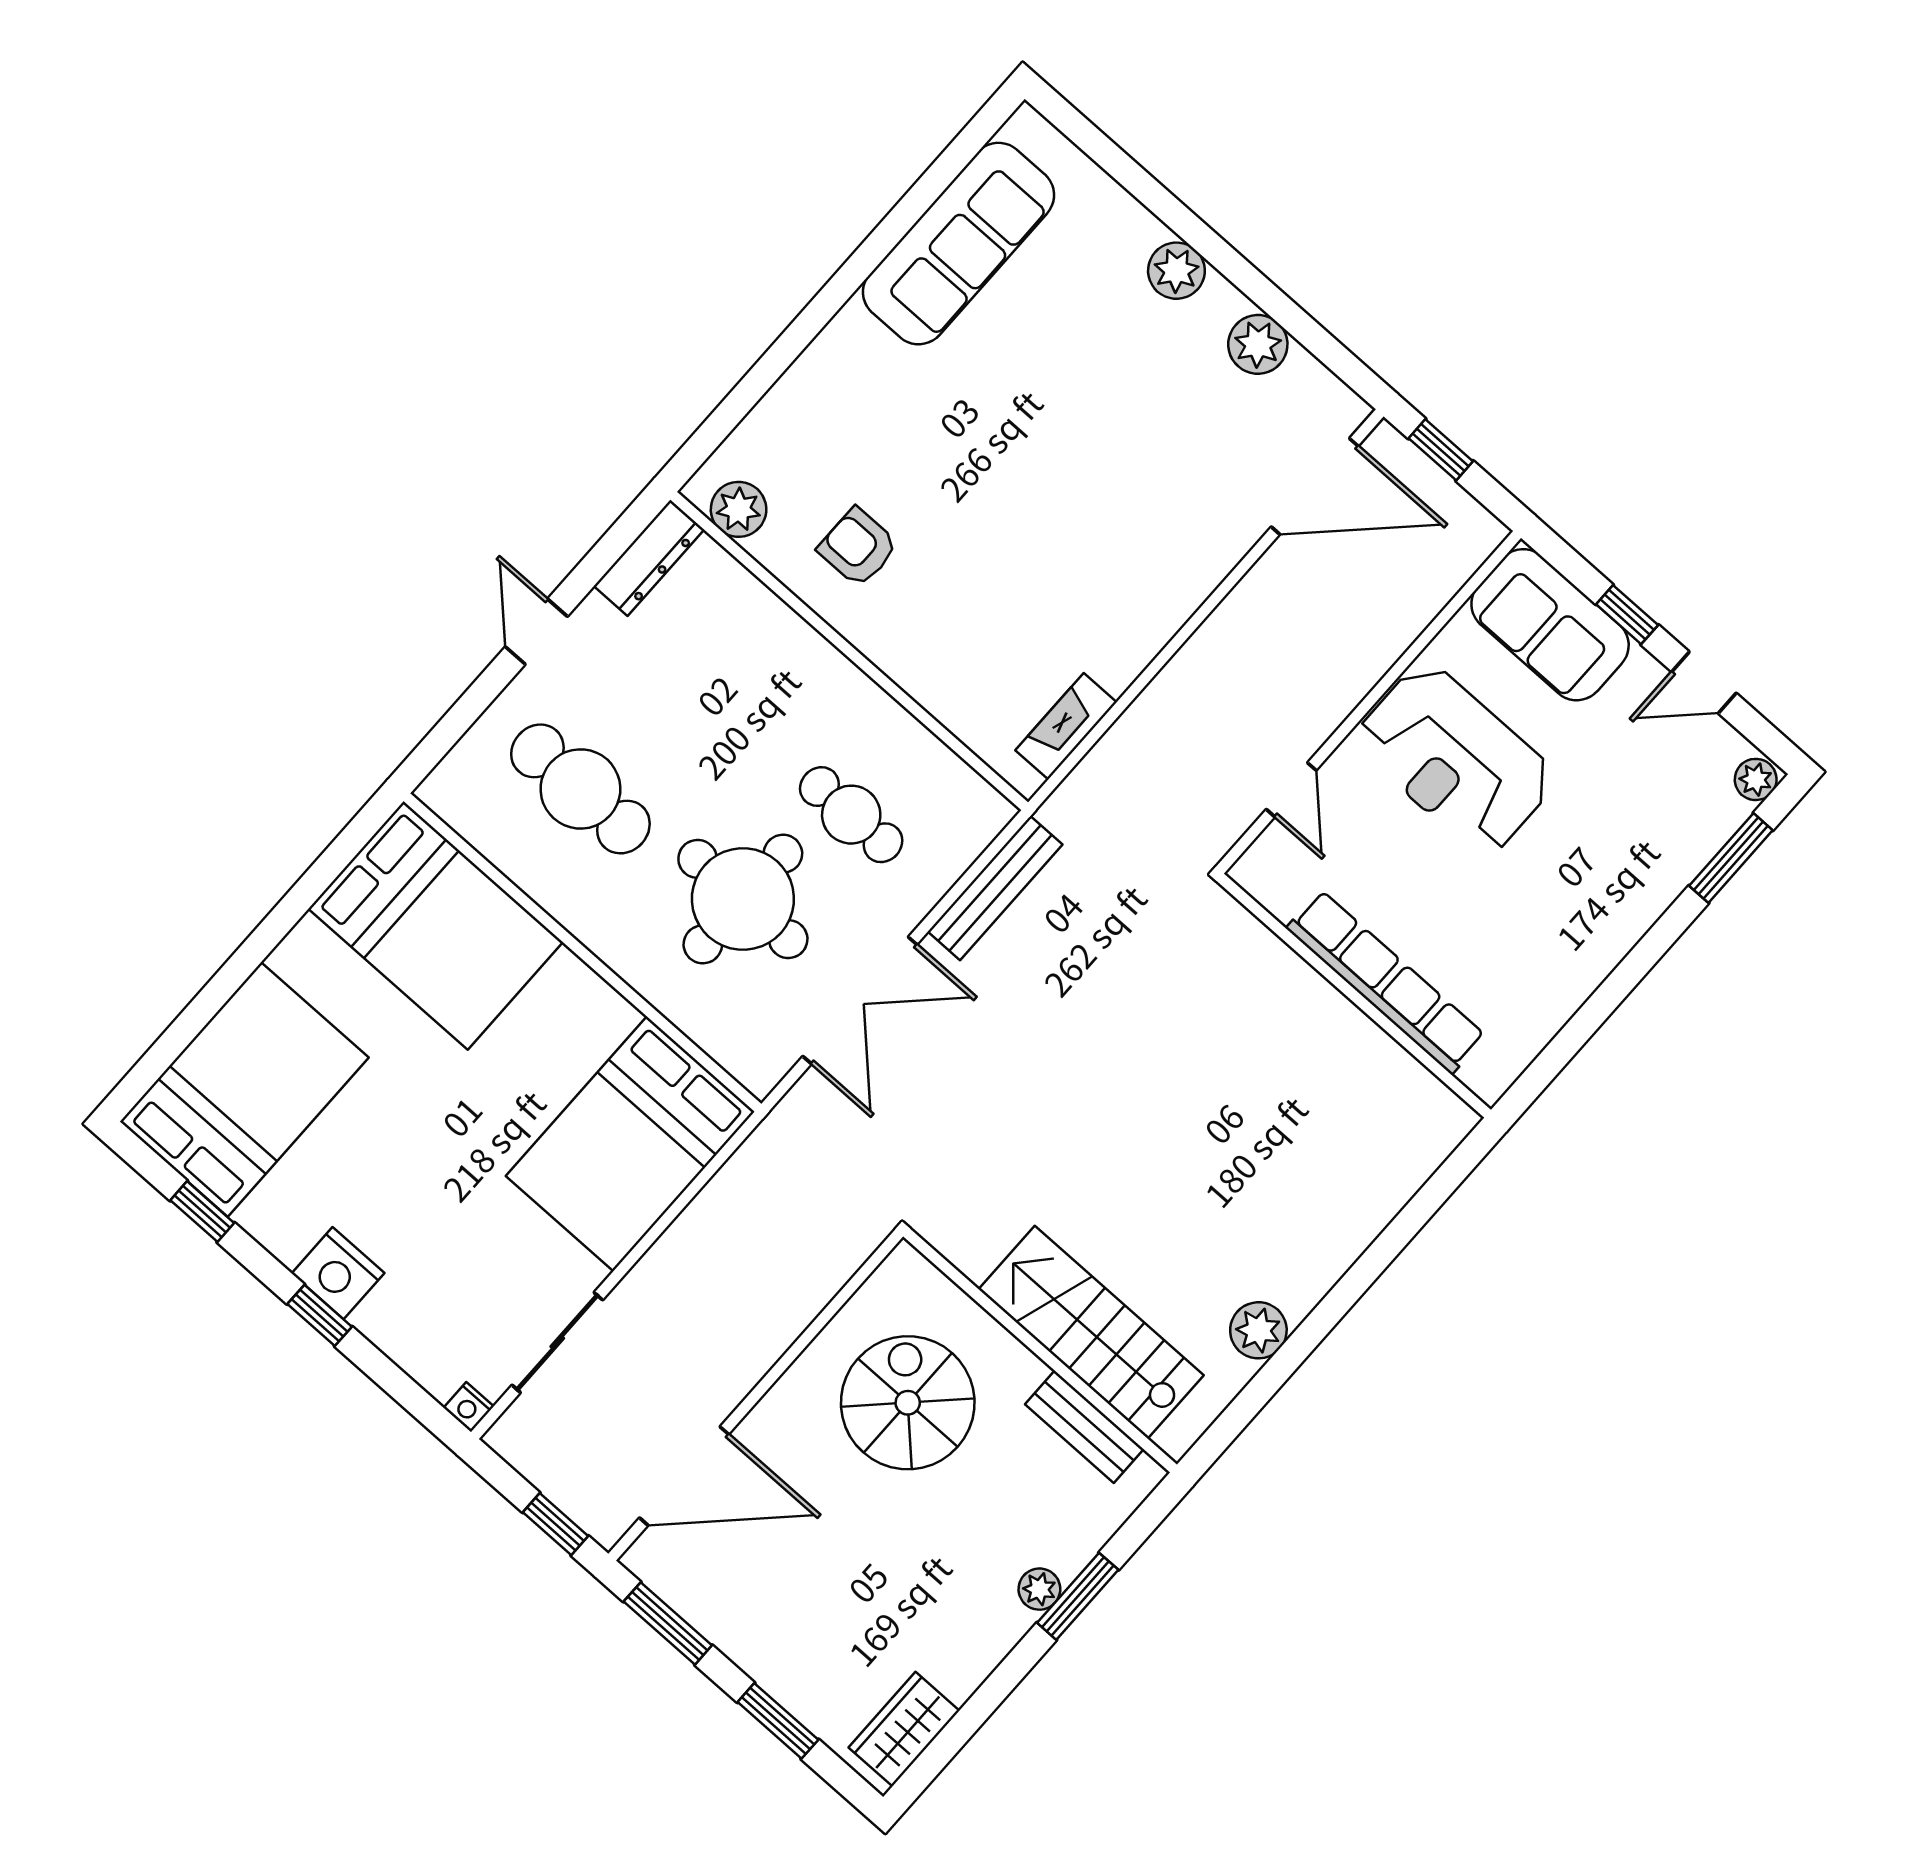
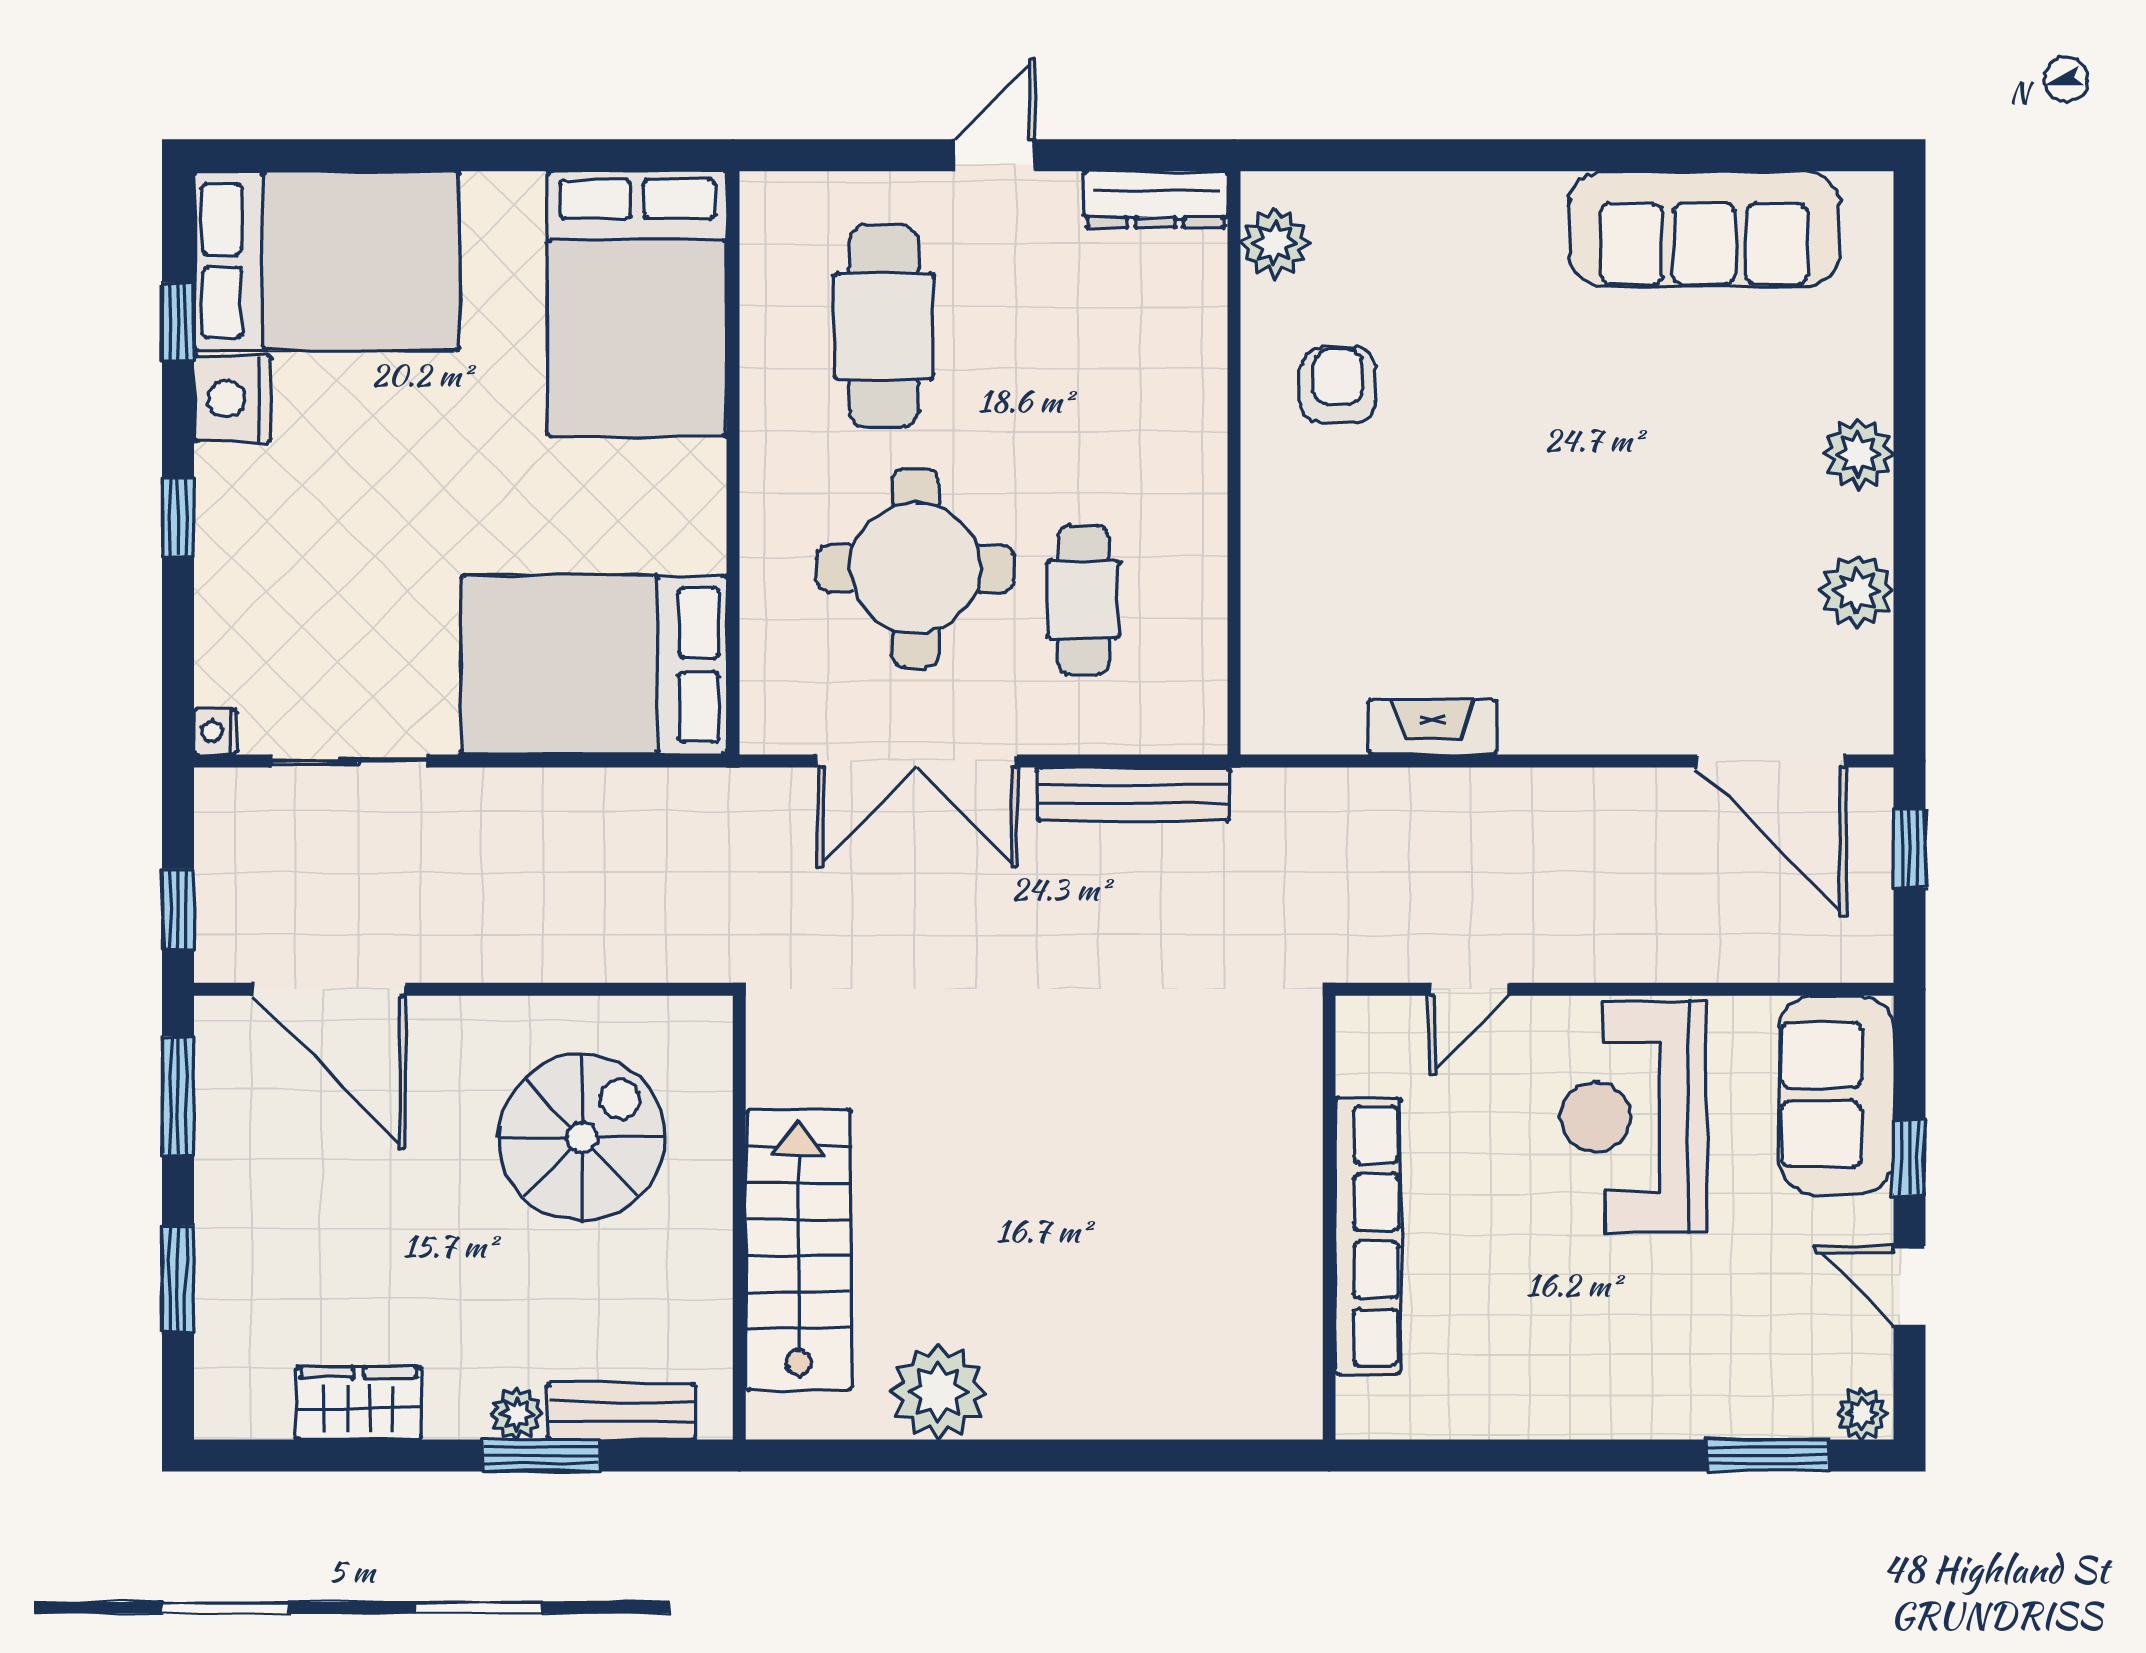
fireplace: (1066, 726) -> (1433, 727), moved
nightstand: (338, 1273) -> (233, 398), moved
plant: (1258, 1330) -> (938, 1392), width x1.36, depth x1.36
bench: (1084, 1427) -> (621, 1411), moved, turned 90
wardrobe: (904, 1729) -> (359, 1403), moved

